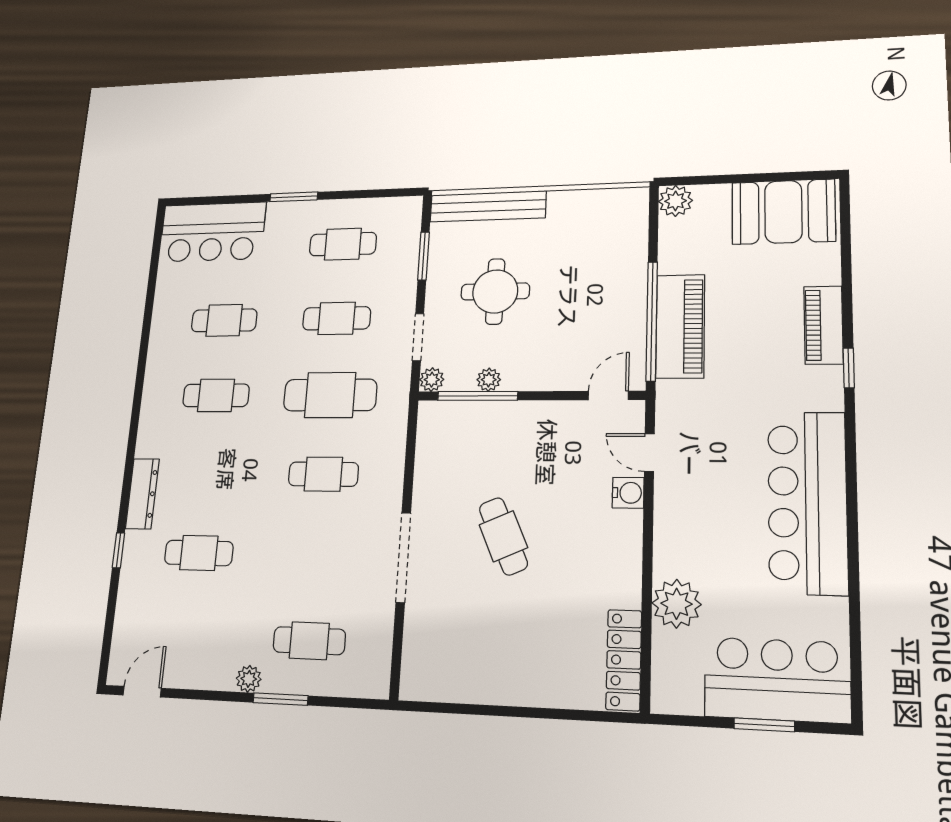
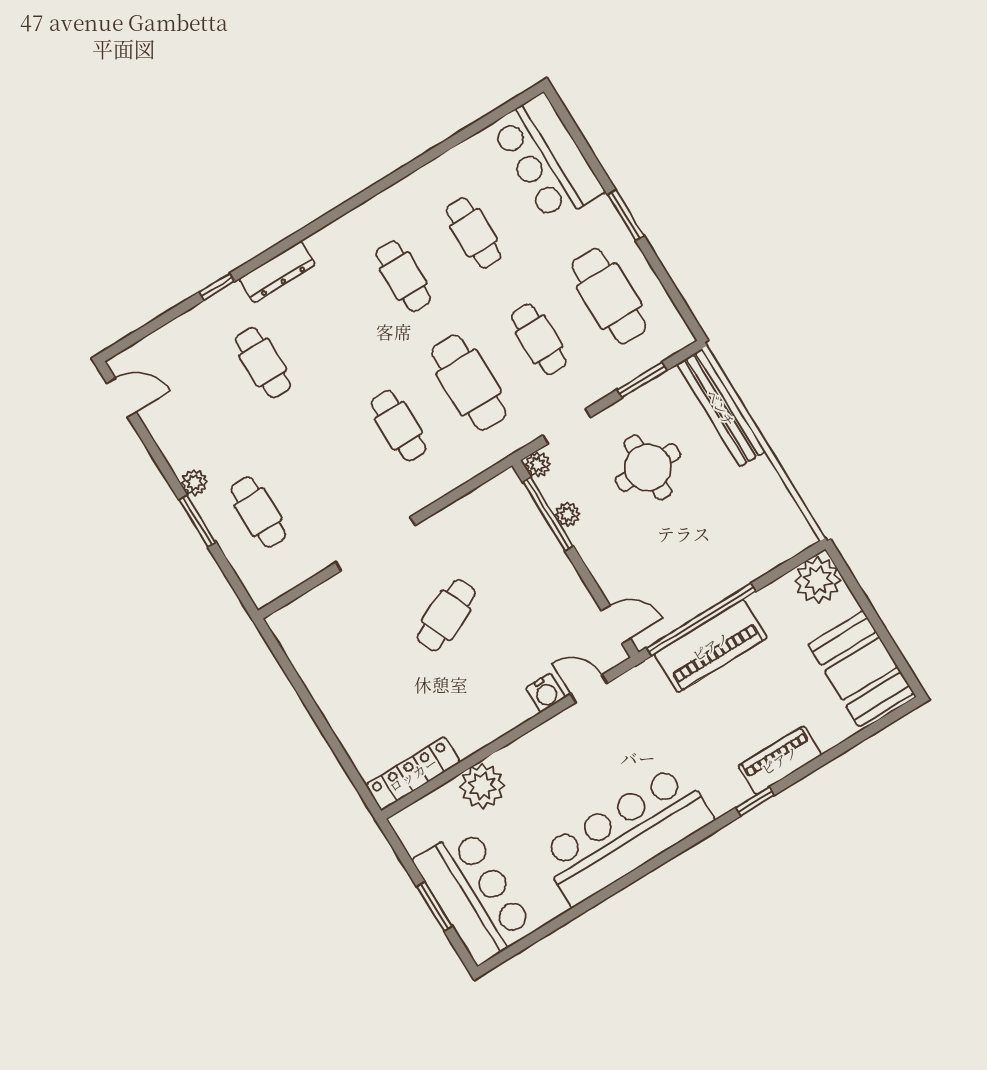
plant: (676, 201) -> (818, 580), width x1.36, depth x1.36
cafe table: (343, 244) -> (609, 296), width x1.37, depth x1.35
door: (649, 453) -> (589, 689), hinge flipped

